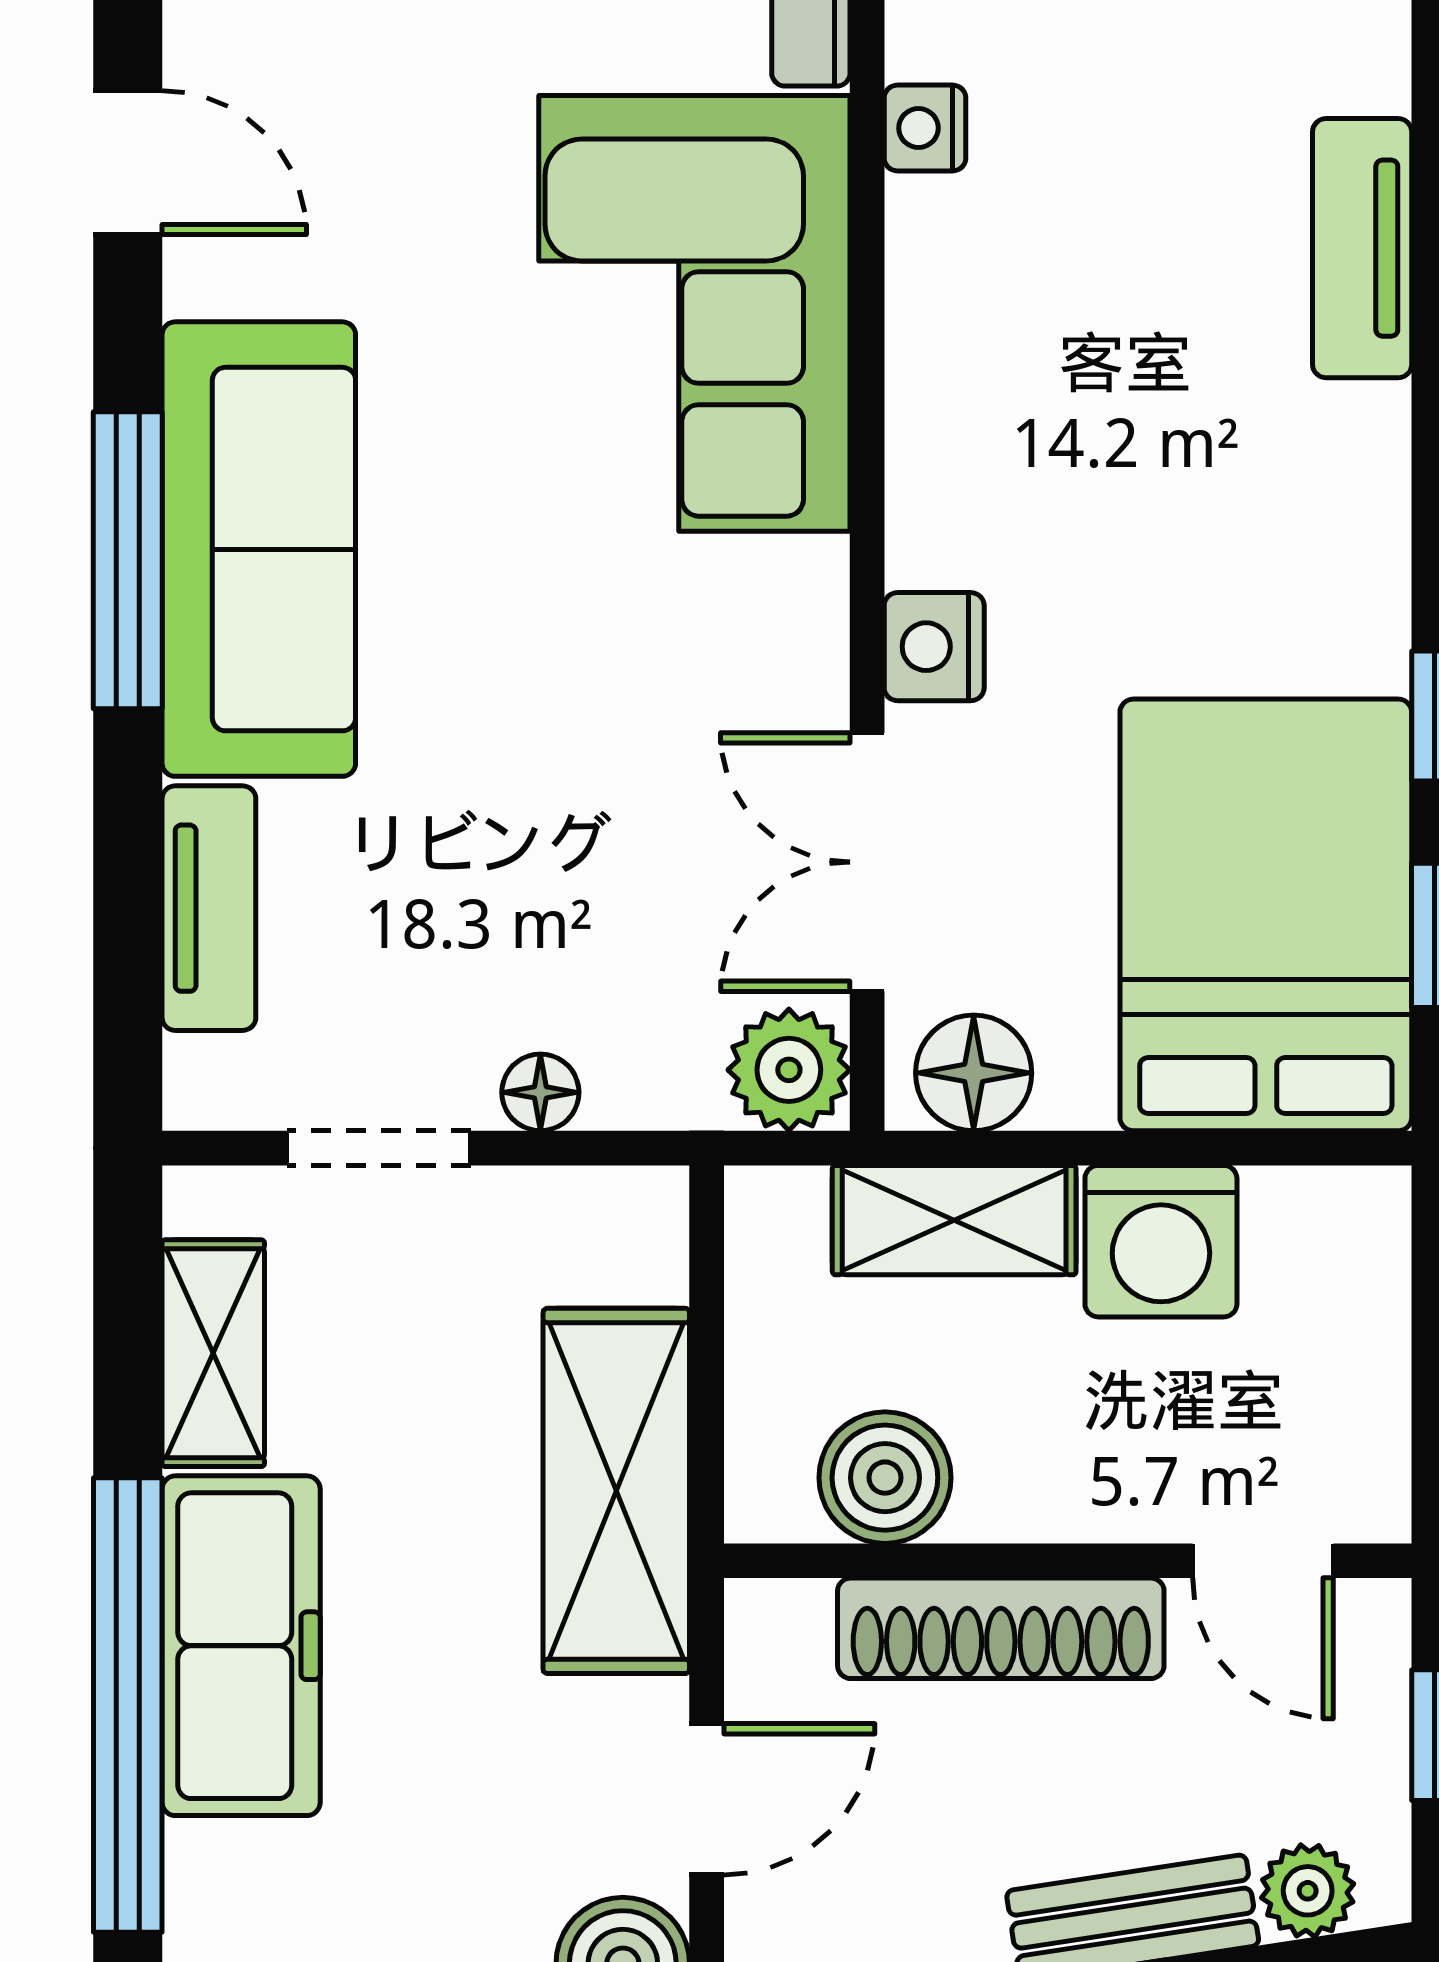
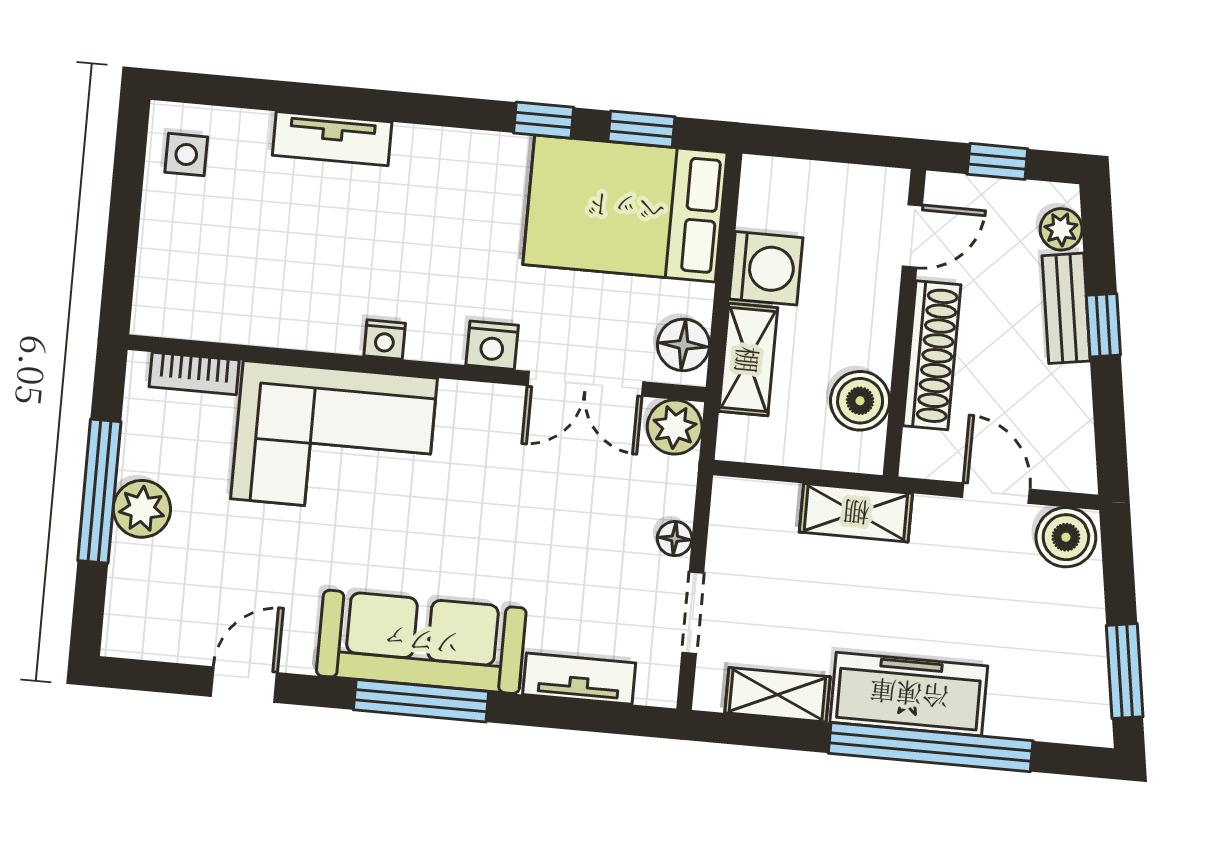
nightstand: (925, 128) -> (385, 340), moved
shelving: (616, 1491) -> (856, 513), width x0.67, depth x0.75

